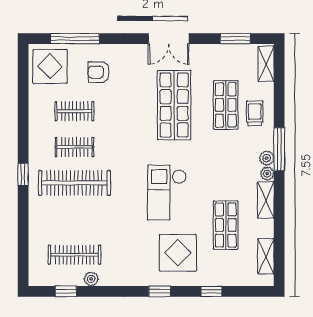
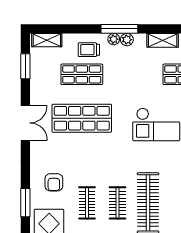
window: (75, 39) -> (25, 203), width x0.69
plant: (267, 174) -> (114, 39), moved

